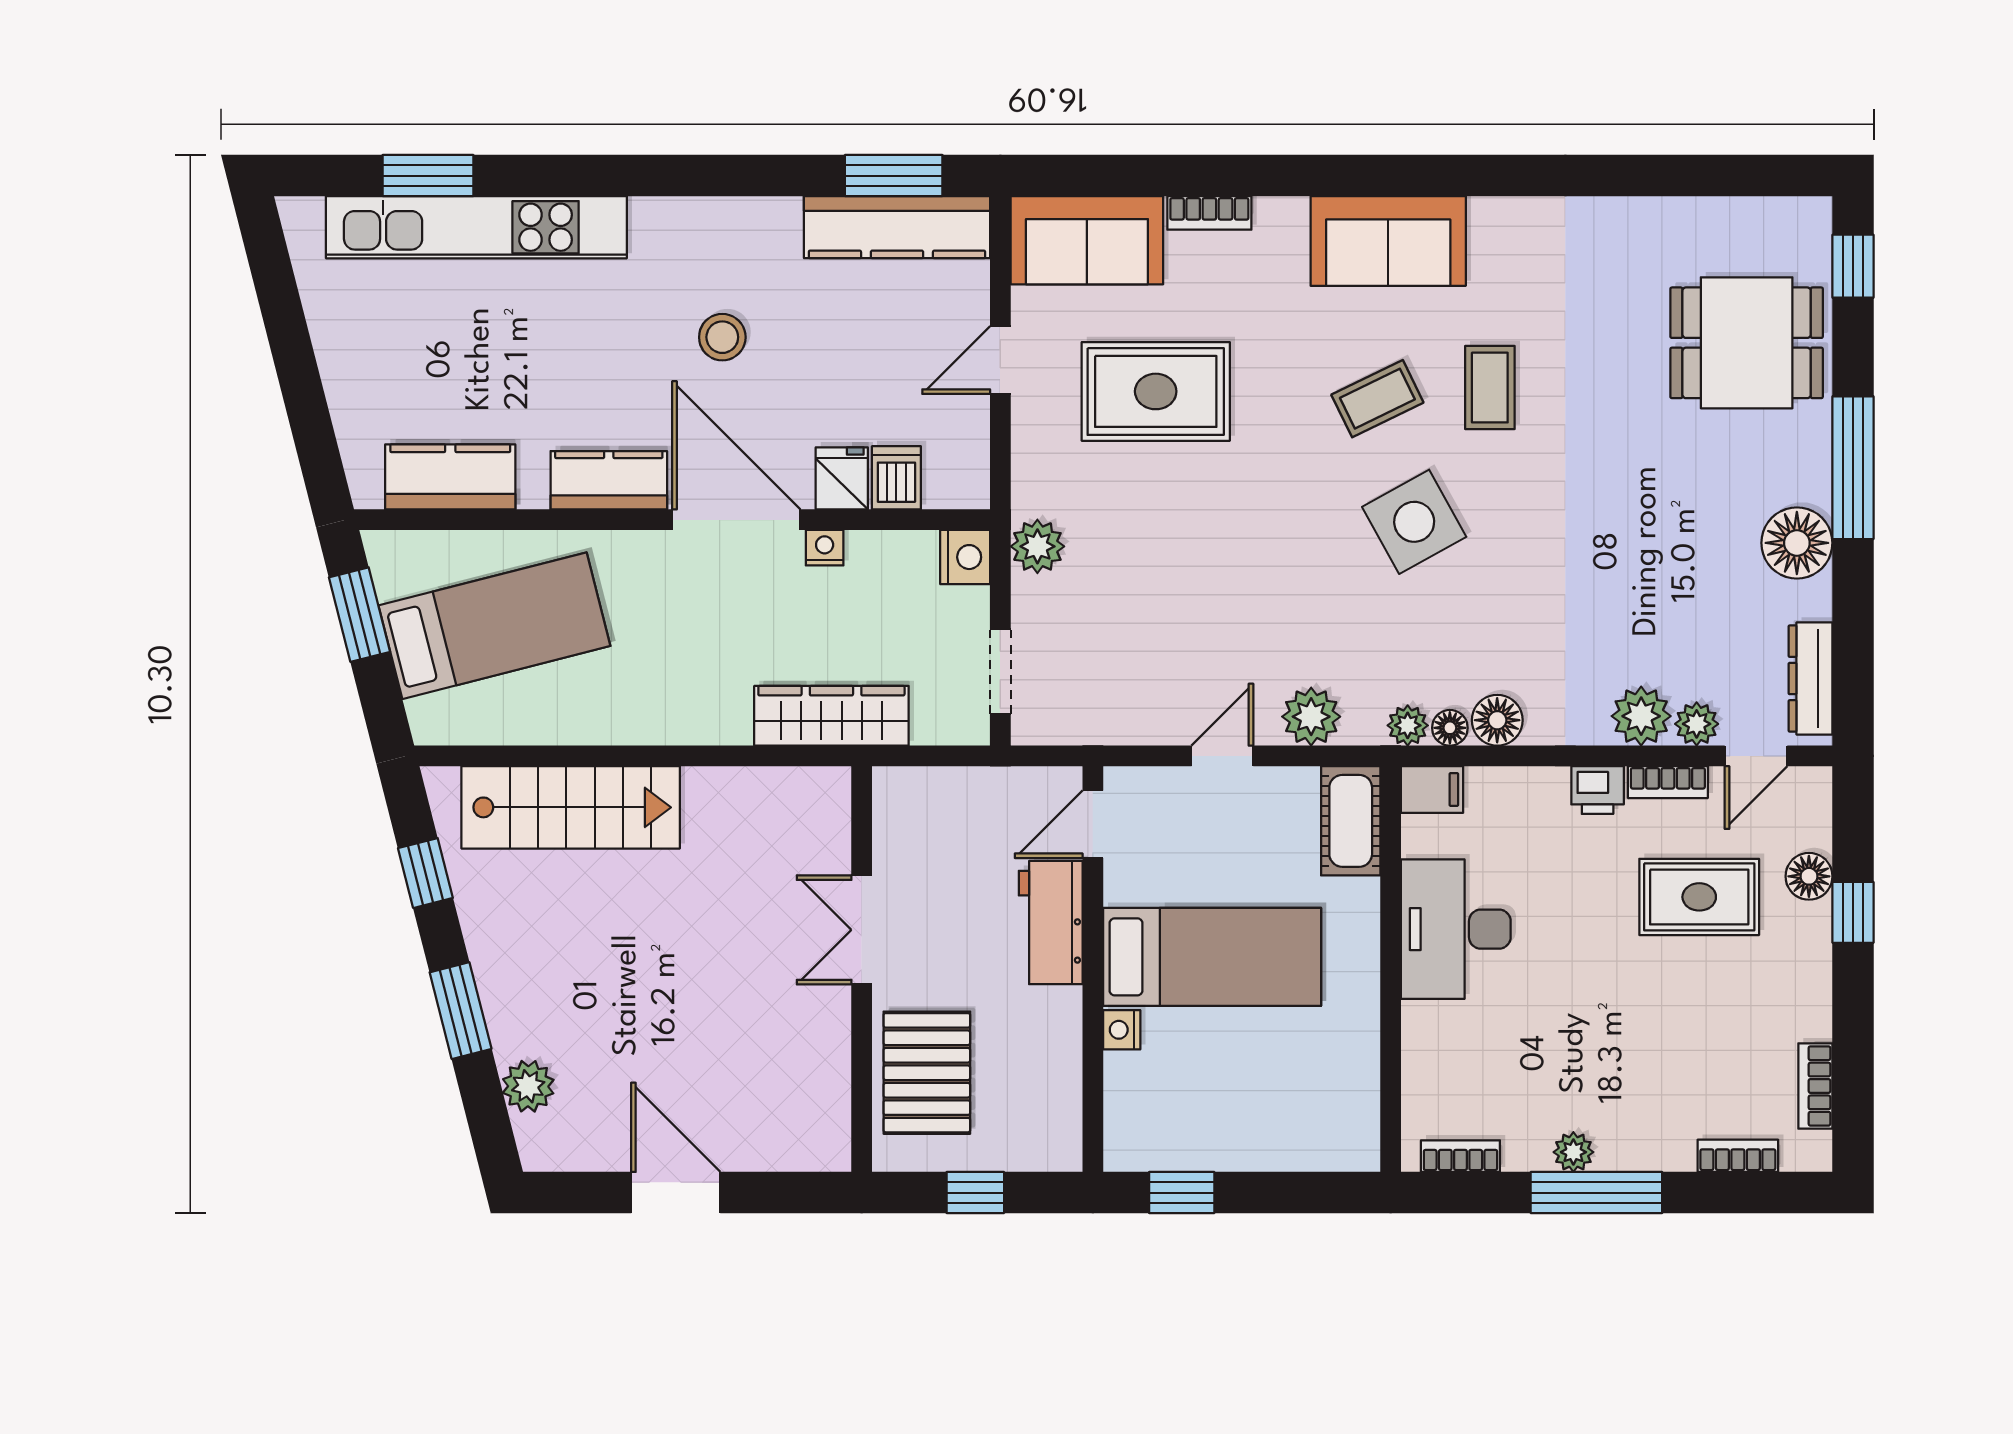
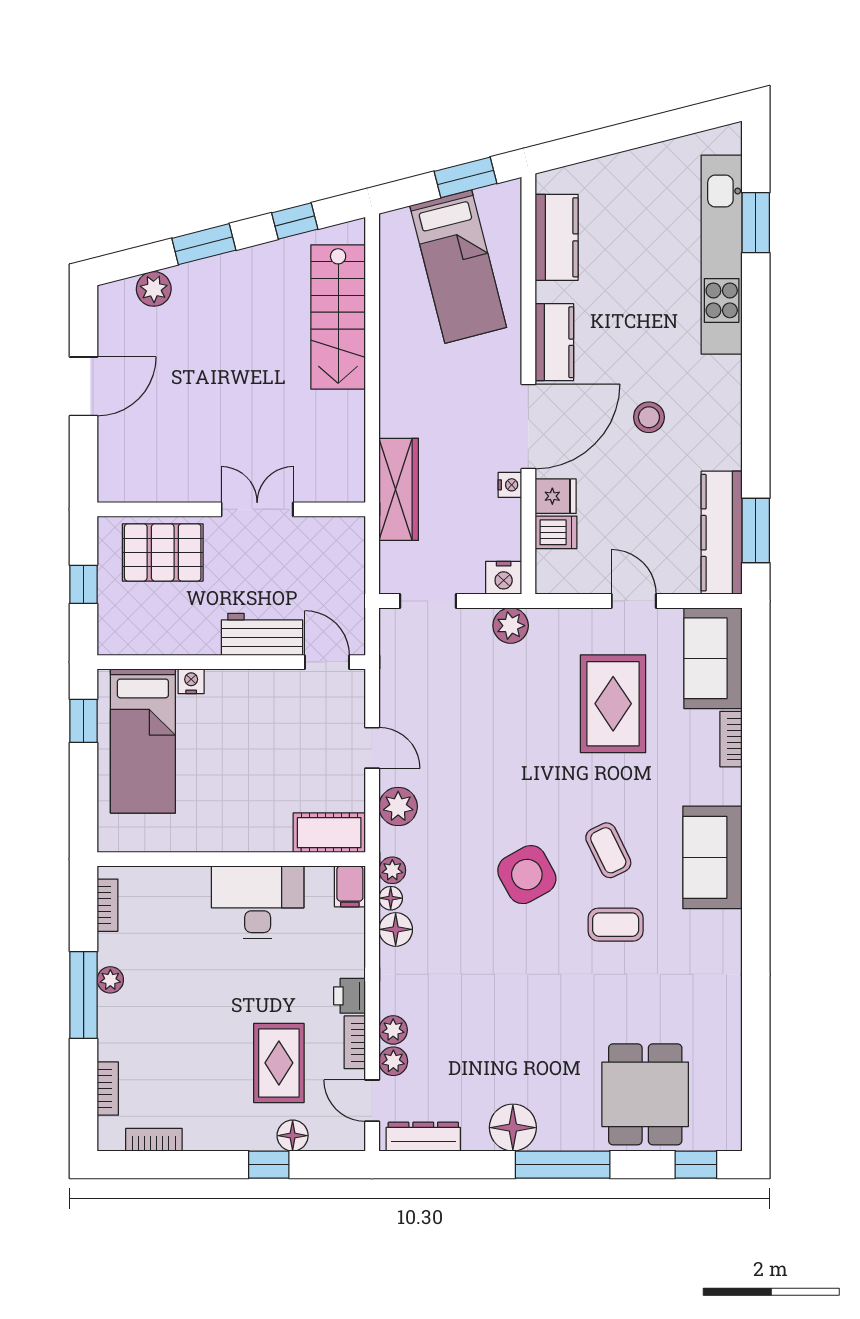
plant: (1641, 716) -> (393, 1030), width x0.73, depth x0.73
bed: (1212, 957) -> (143, 741), moved

